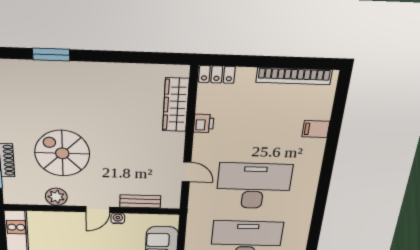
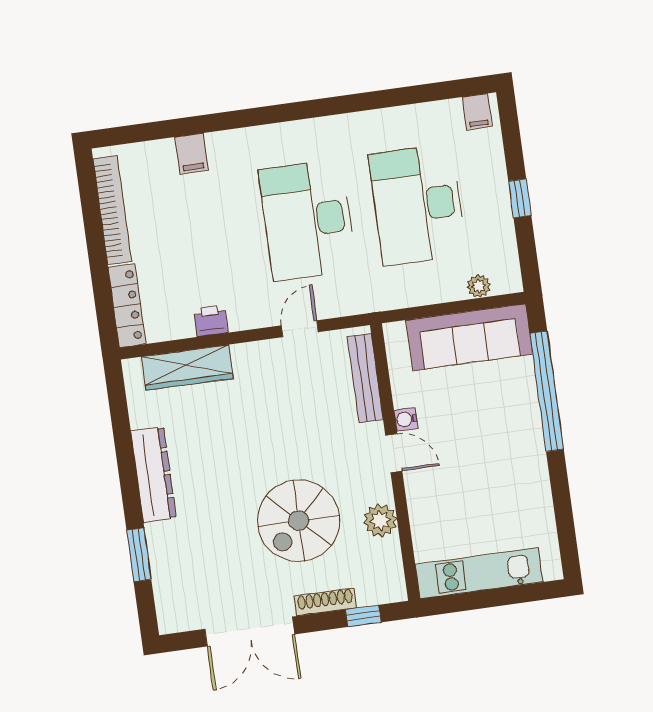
dresser: (106, 73) -> (153, 475), added
locker: (217, 74) -> (127, 306), width x1.53
bench: (140, 201) -> (365, 378), width x1.36

